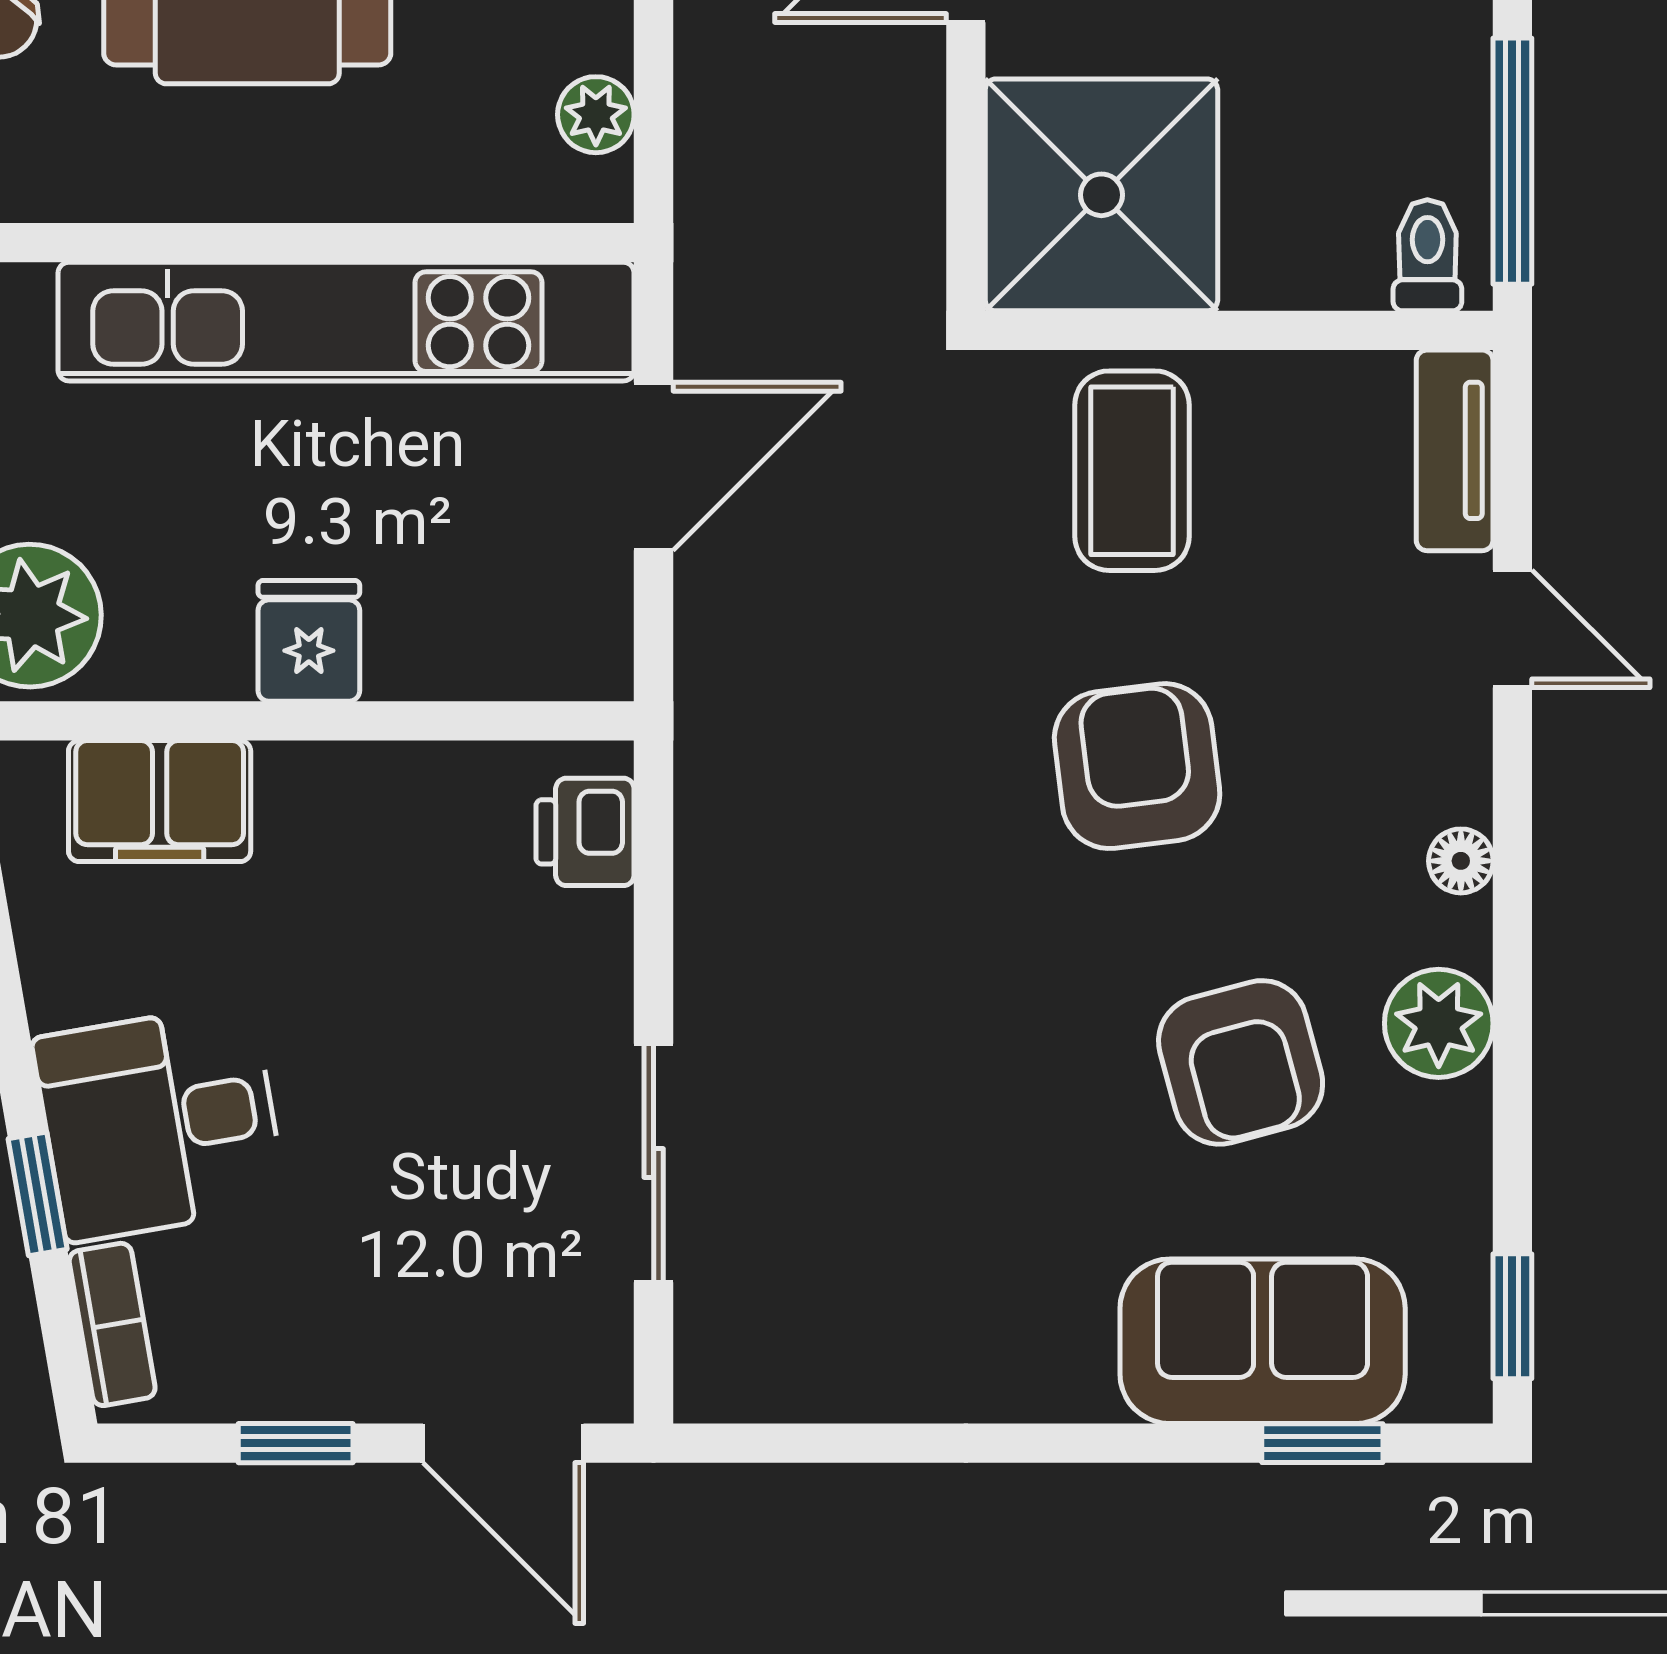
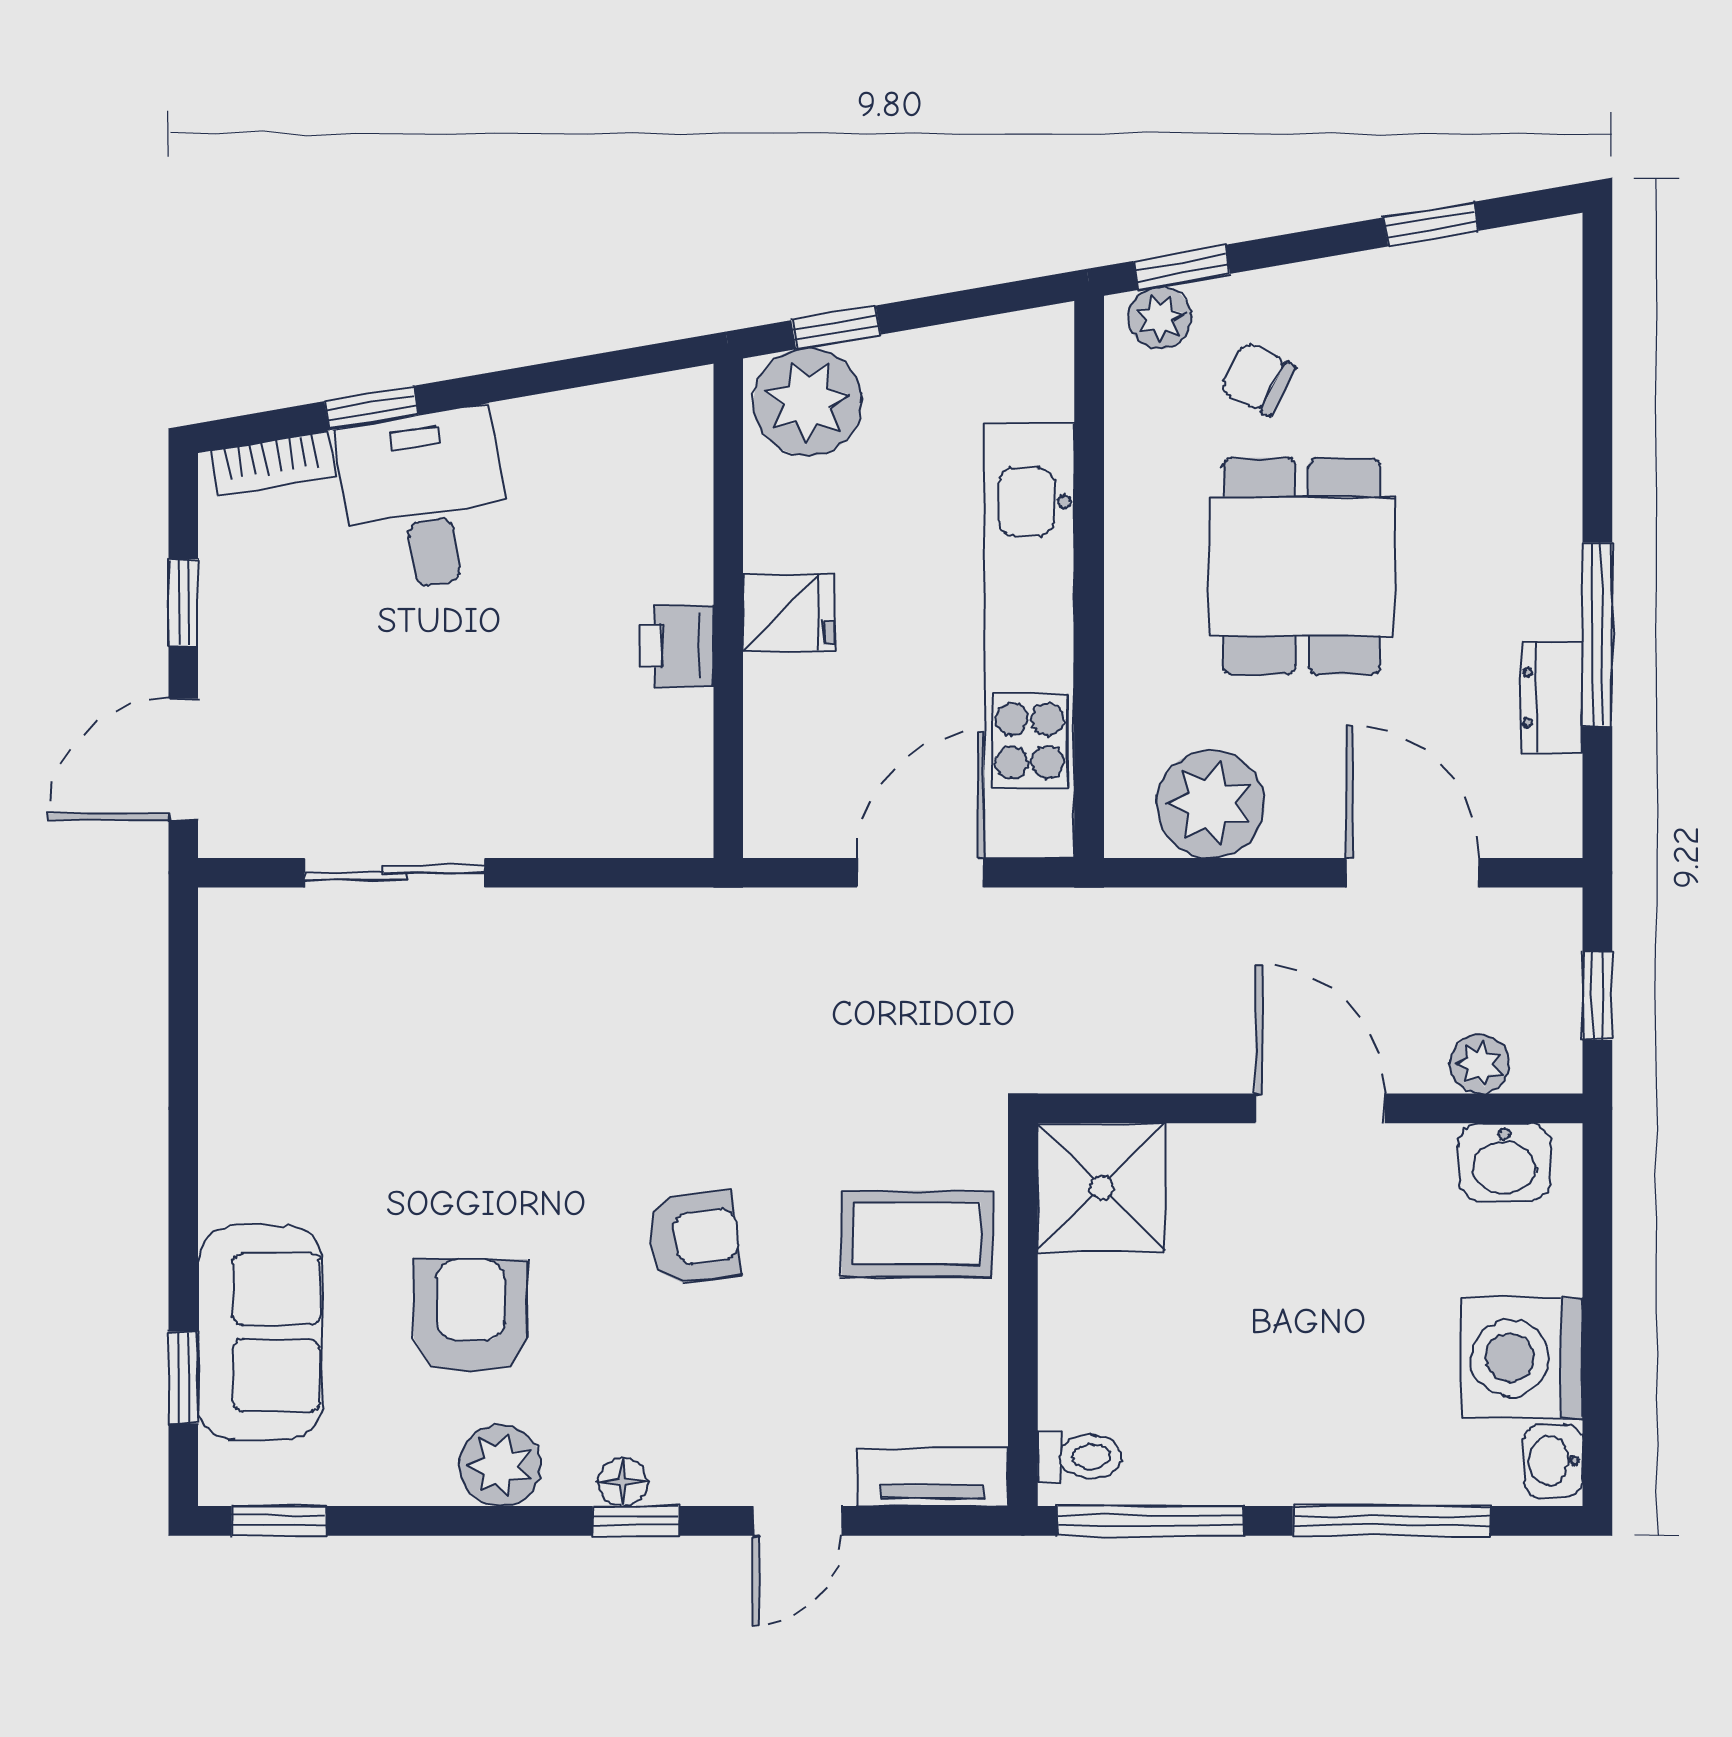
plant: (596, 115) -> (1211, 804), width x1.88, depth x1.88
shower: (1101, 195) -> (1102, 1187), width x0.73, depth x0.73
door: (654, 466) -> (920, 873), swing flipped
armchair: (1137, 766) -> (694, 1238), width x0.72, depth x0.72
filing cabinet: (160, 801) -> (668, 500), removed
printer: (585, 832) -> (677, 646), moved, turned -90
window: (1512, 843) -> (636, 1521), added
armchair: (1241, 1062) -> (471, 1316), turned 105

